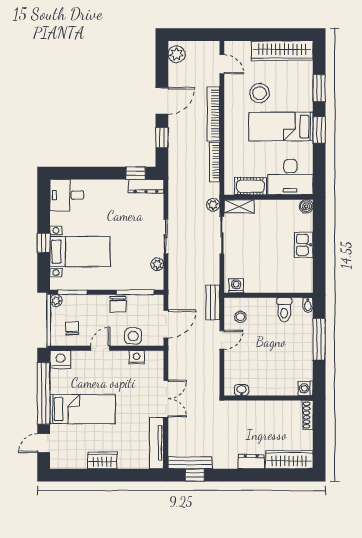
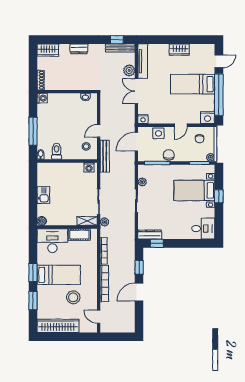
plant: (177, 54) -> (129, 70), moved
bench: (213, 302) -> (105, 156), width x1.36
nightstand: (137, 357) -> (143, 119), moved
wardrobe: (289, 460) -> (48, 50), width x0.67

